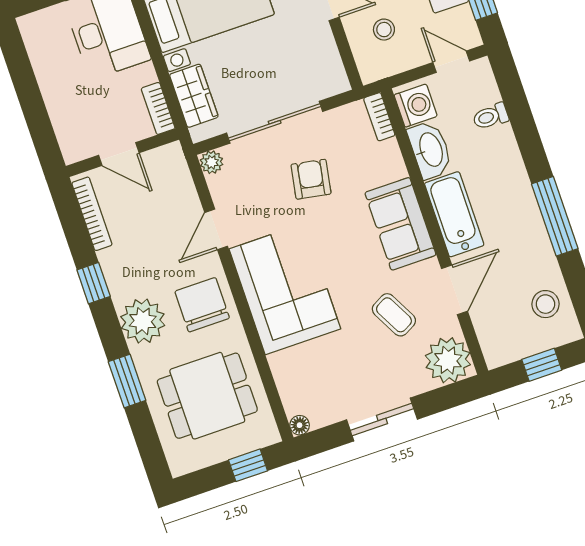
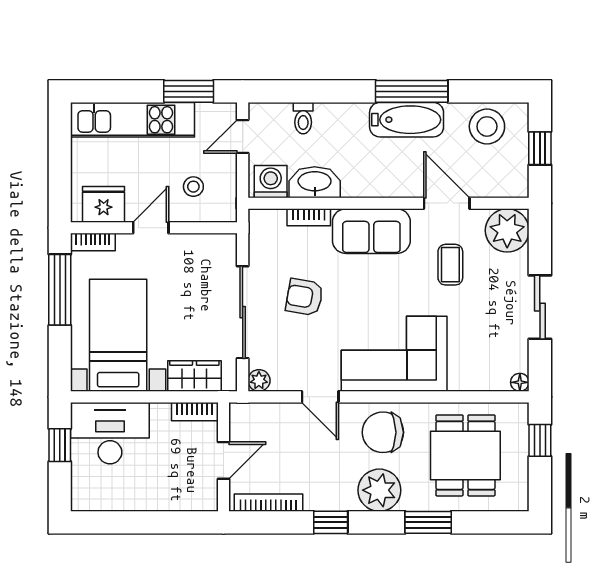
bookcase: (379, 117) -> (309, 217), moved
bathtub: (454, 214) -> (407, 120), moved, turned 180
stool: (545, 304) -> (487, 126), width x1.38, depth x1.38
coffee table: (394, 315) -> (450, 265), turned -62

